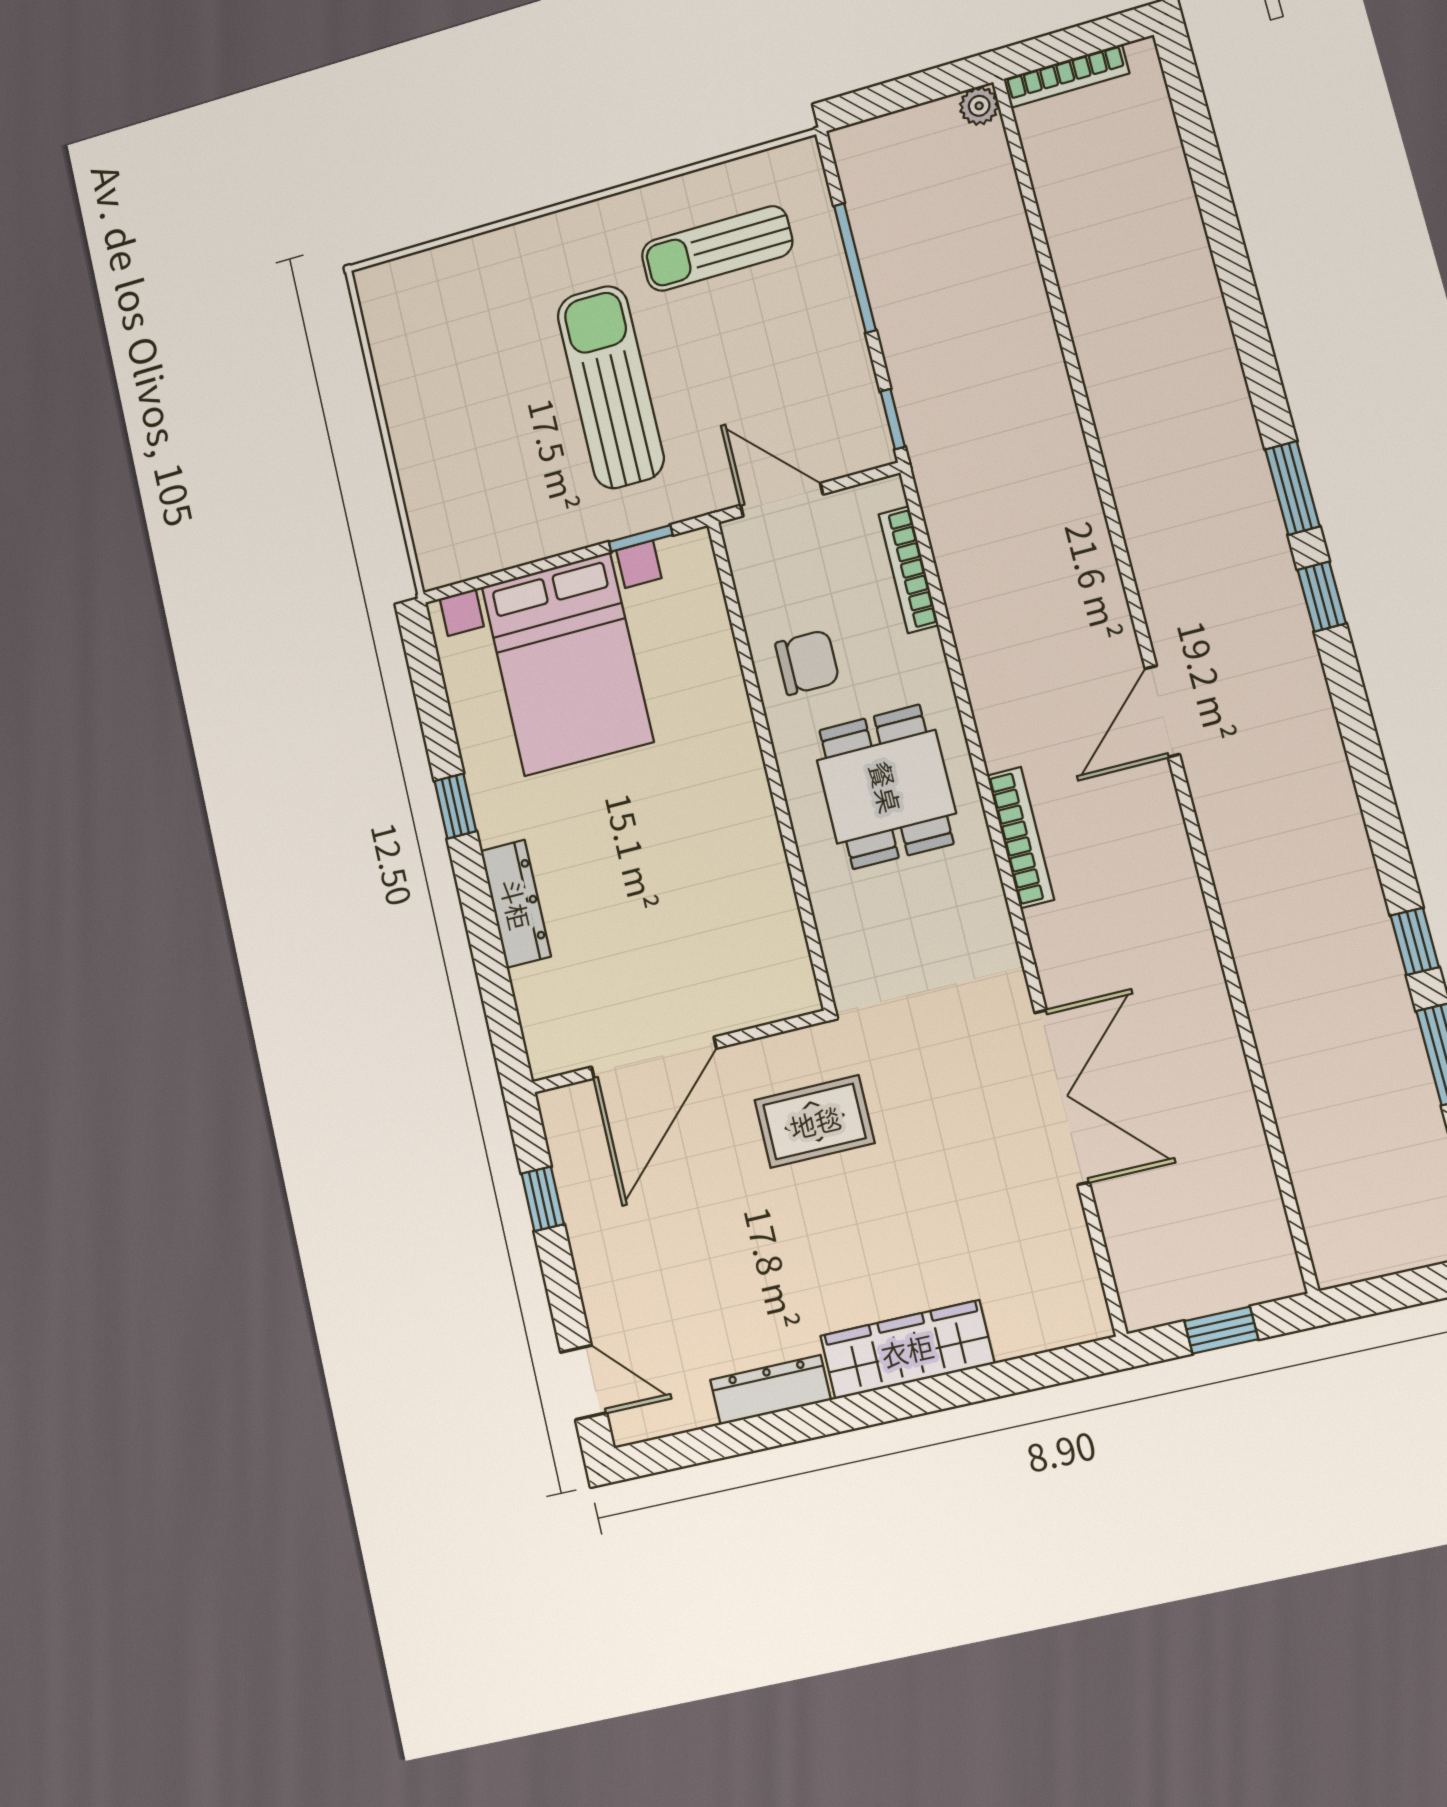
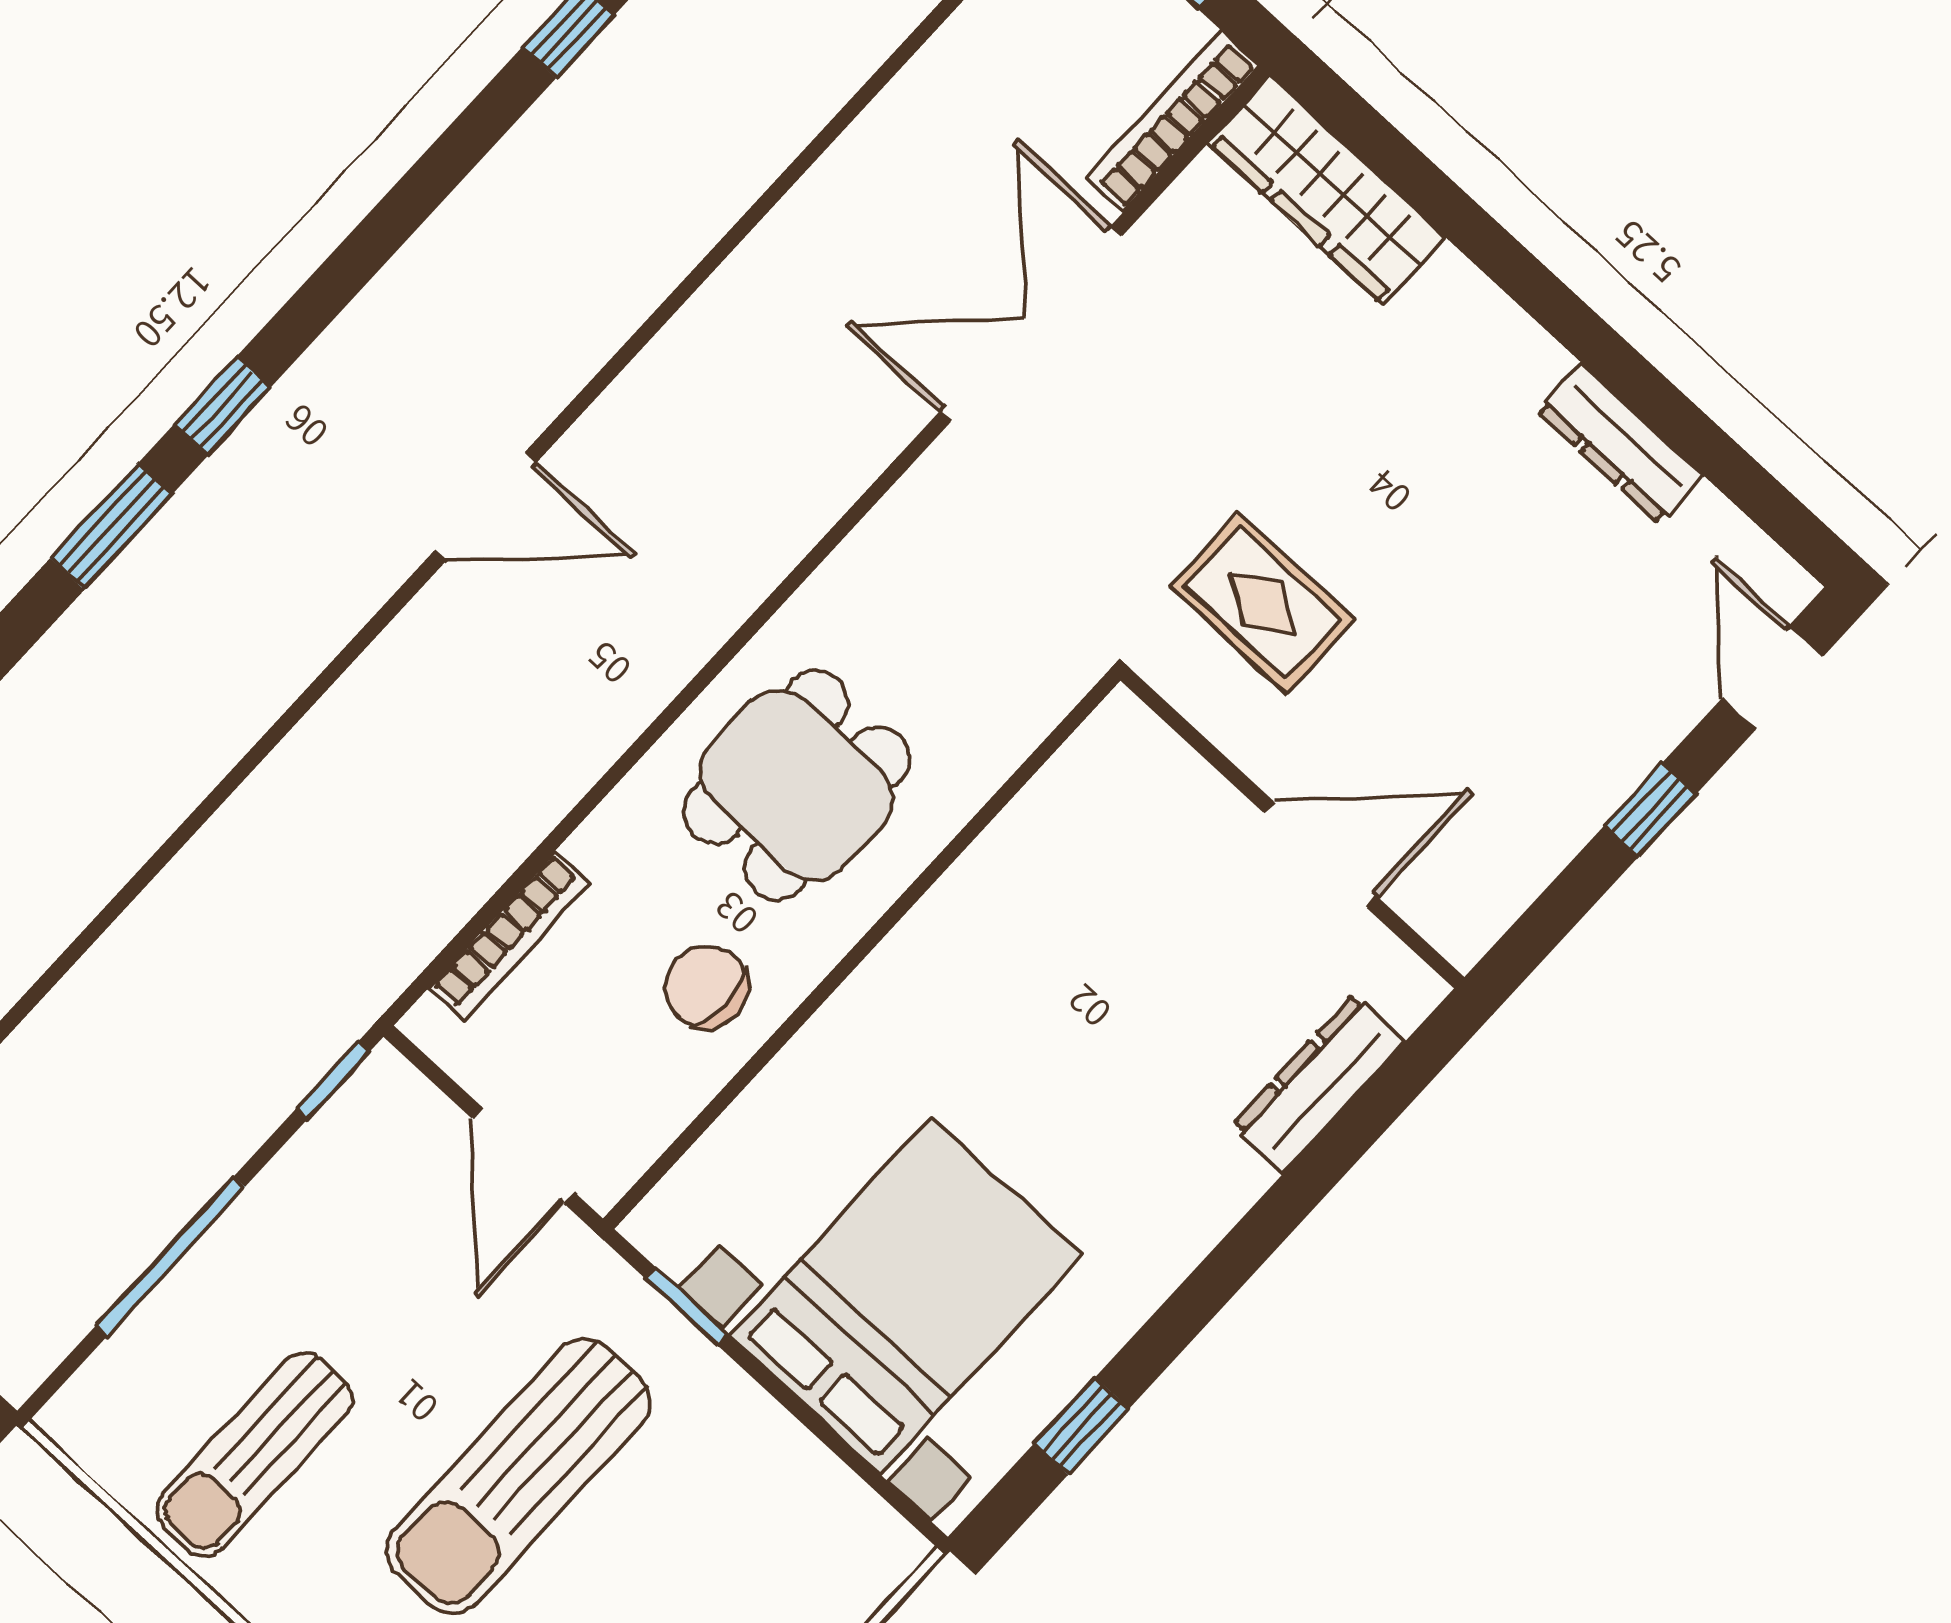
sun lounger: (717, 249) -> (255, 1454), turned 90
window: (455, 806) -> (1082, 1426), moved
bookcase: (1021, 837) -> (1173, 121), moved
dresser: (516, 904) -> (1319, 1083), moved
door: (654, 1058) -> (1320, 855), width x0.73
window: (543, 1199) -> (1650, 810), moved
wardrobe: (907, 1350) -> (1327, 190), moved

